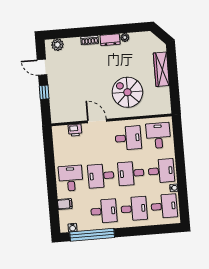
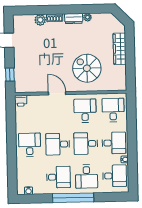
plant: (57, 45) -> (40, 20), moved
window: (44, 92) -> (10, 75), moved
printer: (75, 130) -> (21, 101), moved
desk: (128, 138) -> (85, 111), turned -90
filing cabinet: (65, 204) -> (23, 168), removed
desk: (134, 209) -> (87, 176), turned 90
window: (92, 235) -> (73, 198), moved

